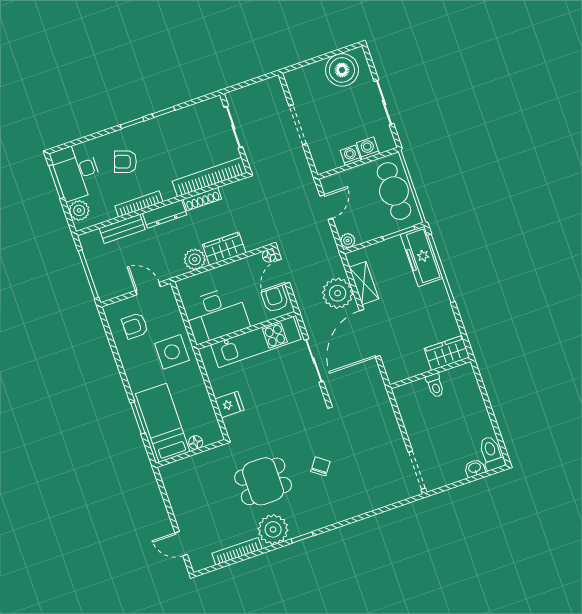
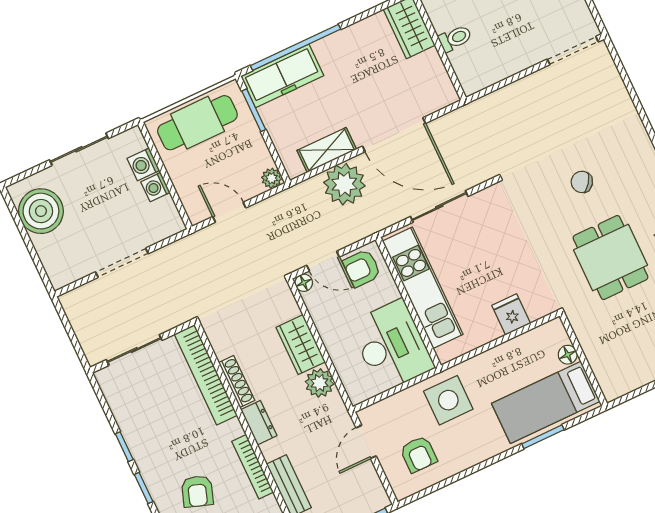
dresser: (165, 214) -> (259, 423), width x0.70

